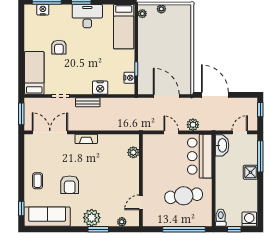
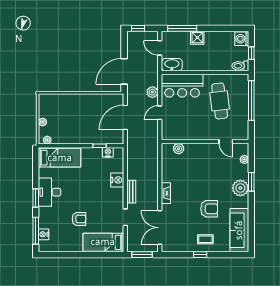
window: (21, 208) -> (200, 255), moved

